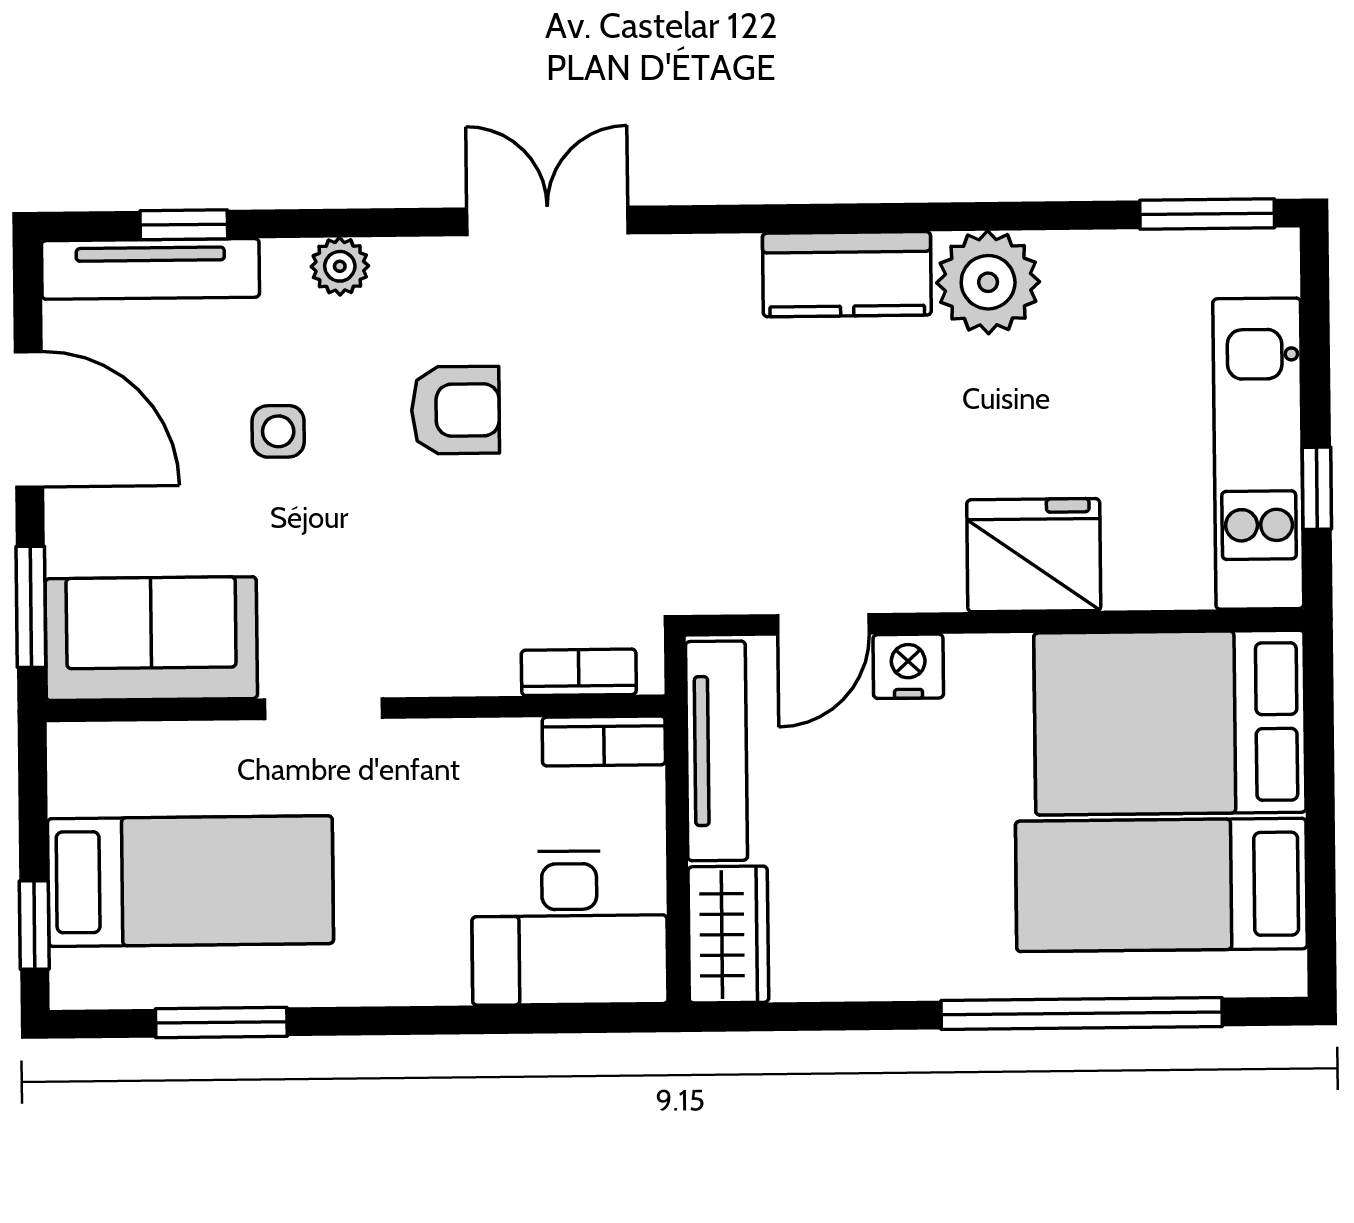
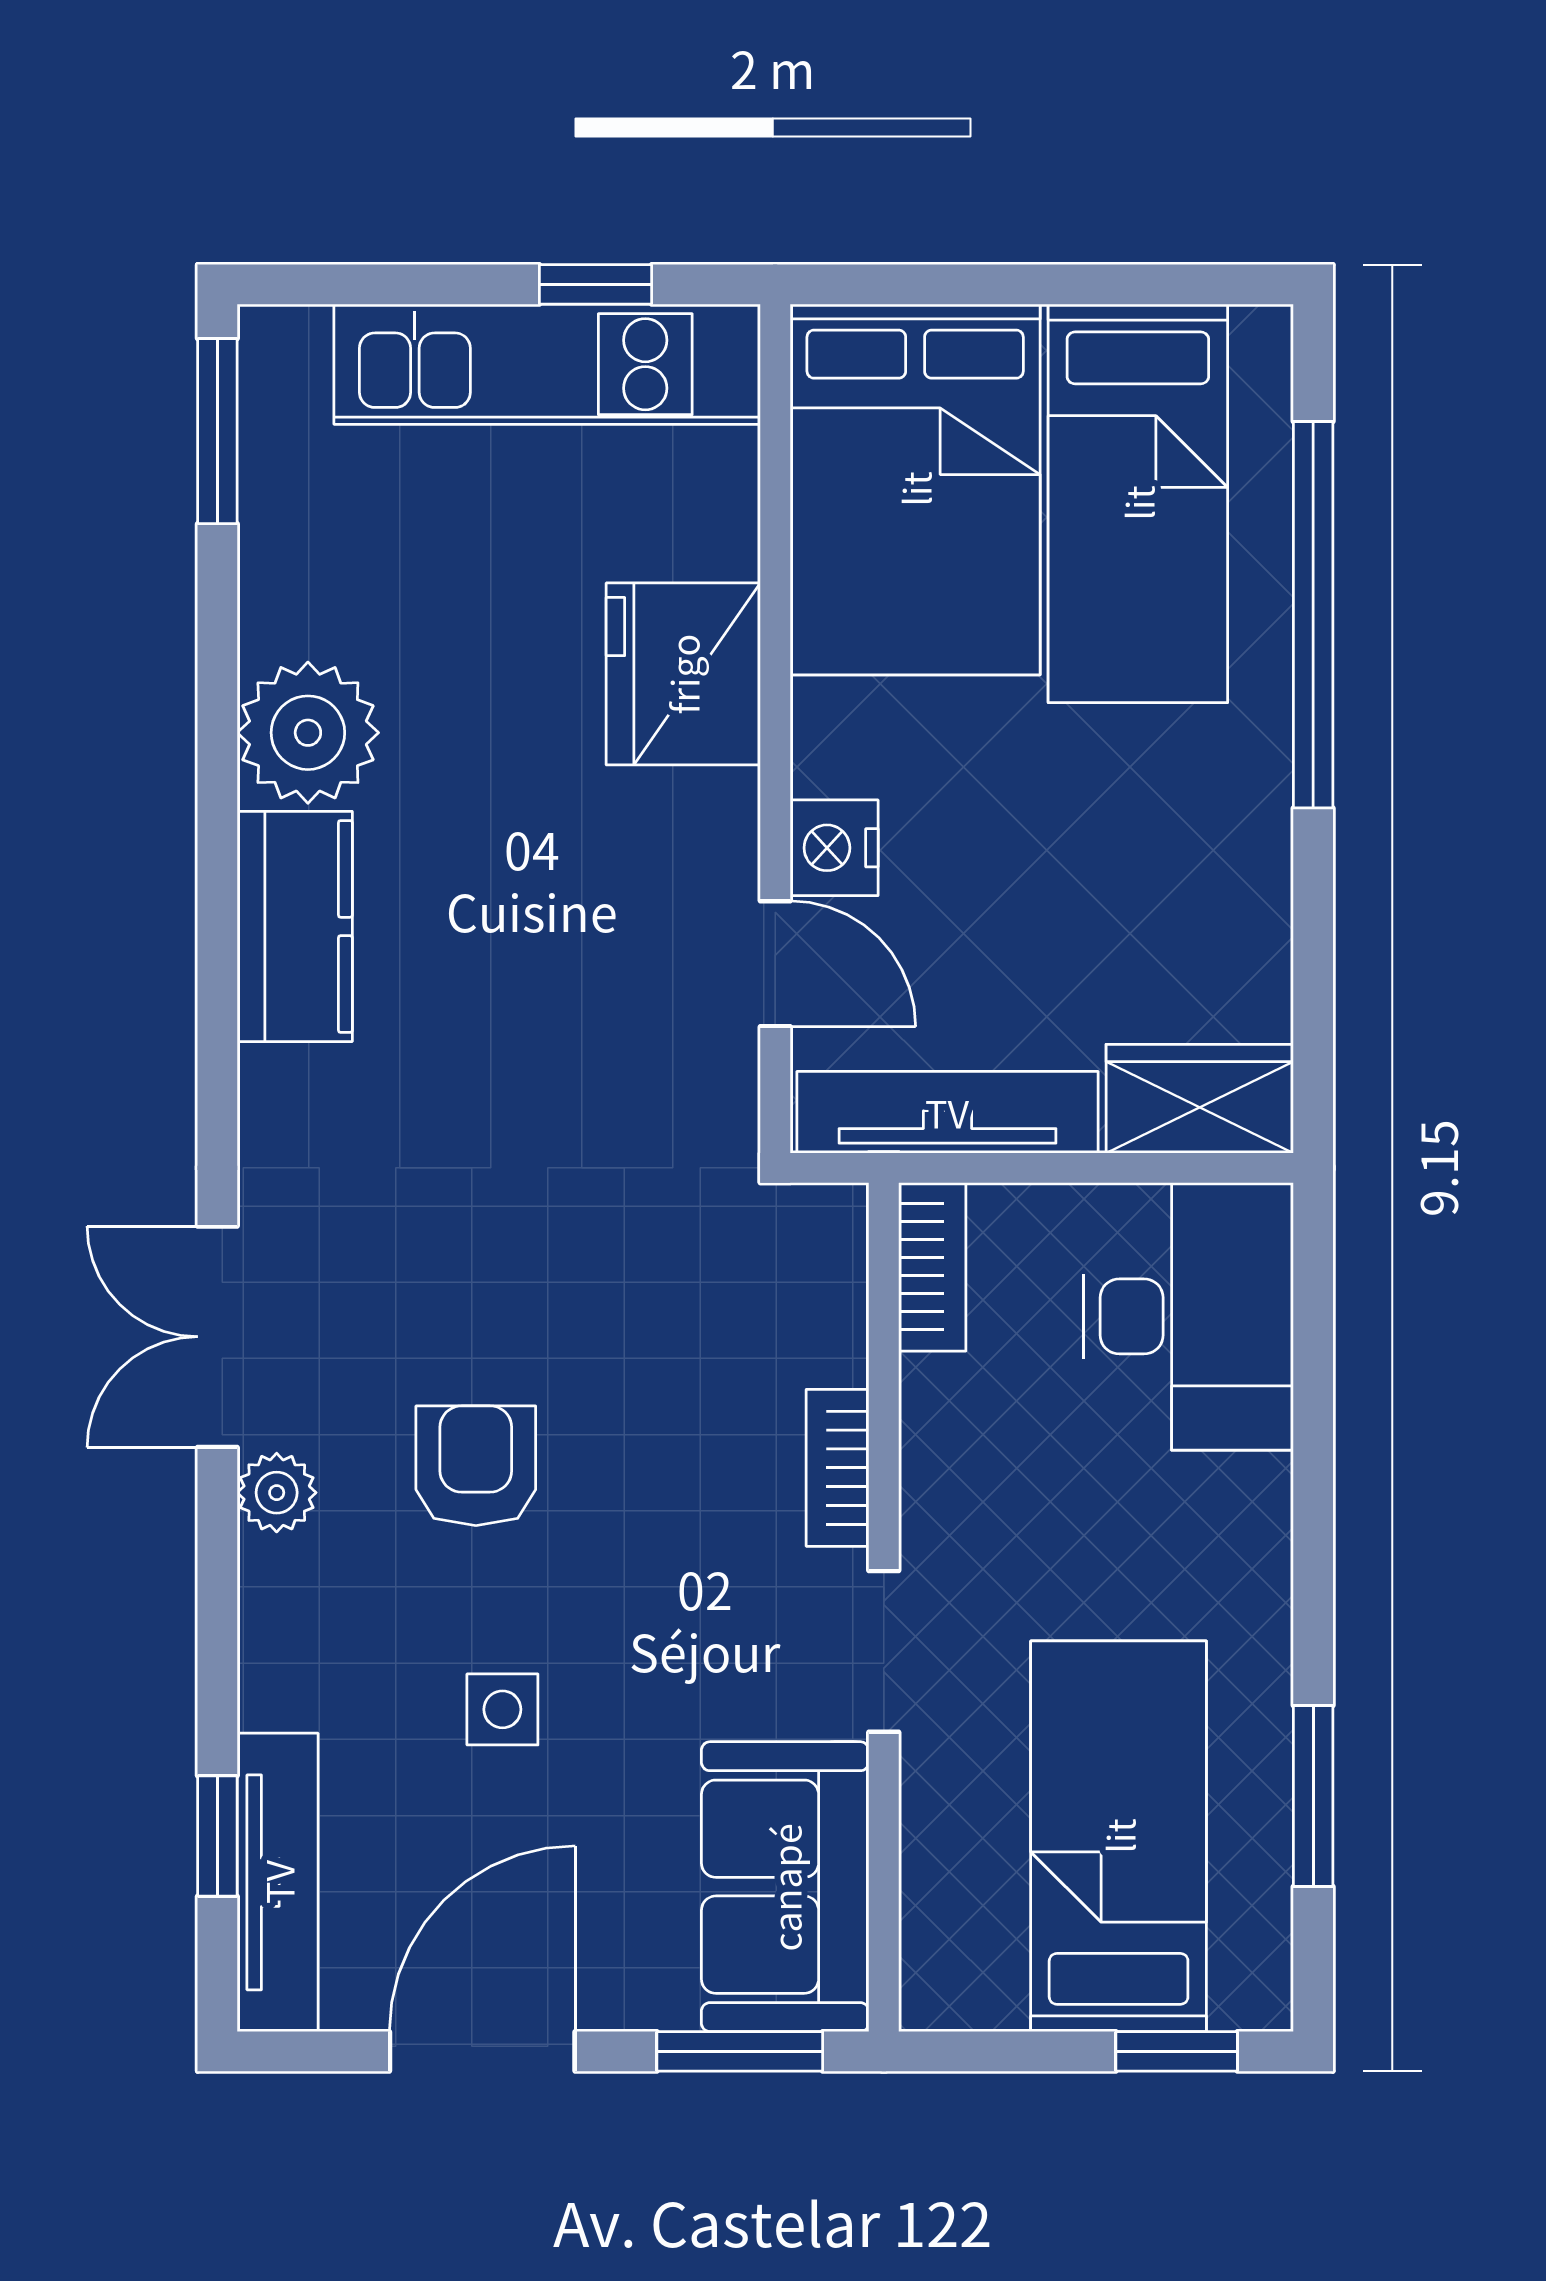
plant: (340, 266) -> (277, 1493), moved
bookcase: (579, 672) -> (838, 1468), moved

